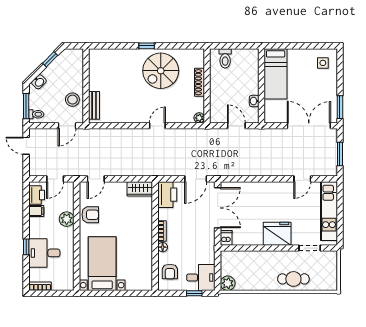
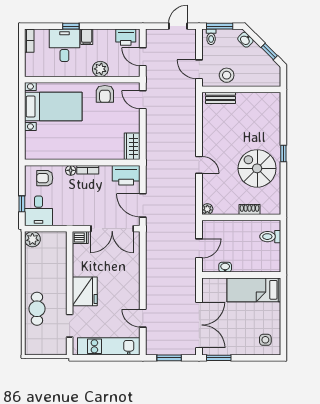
shoe rack: (200, 82) -> (249, 209), width x0.70
filing cabinet: (36, 211) -> (87, 37), moved

